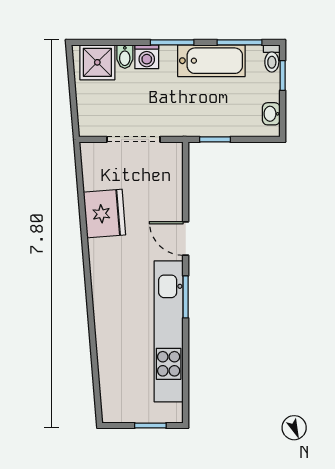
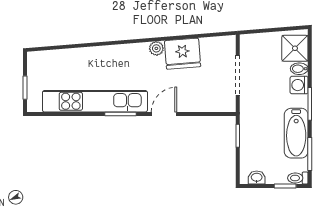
plant: (97, 249) -> (156, 48), added

